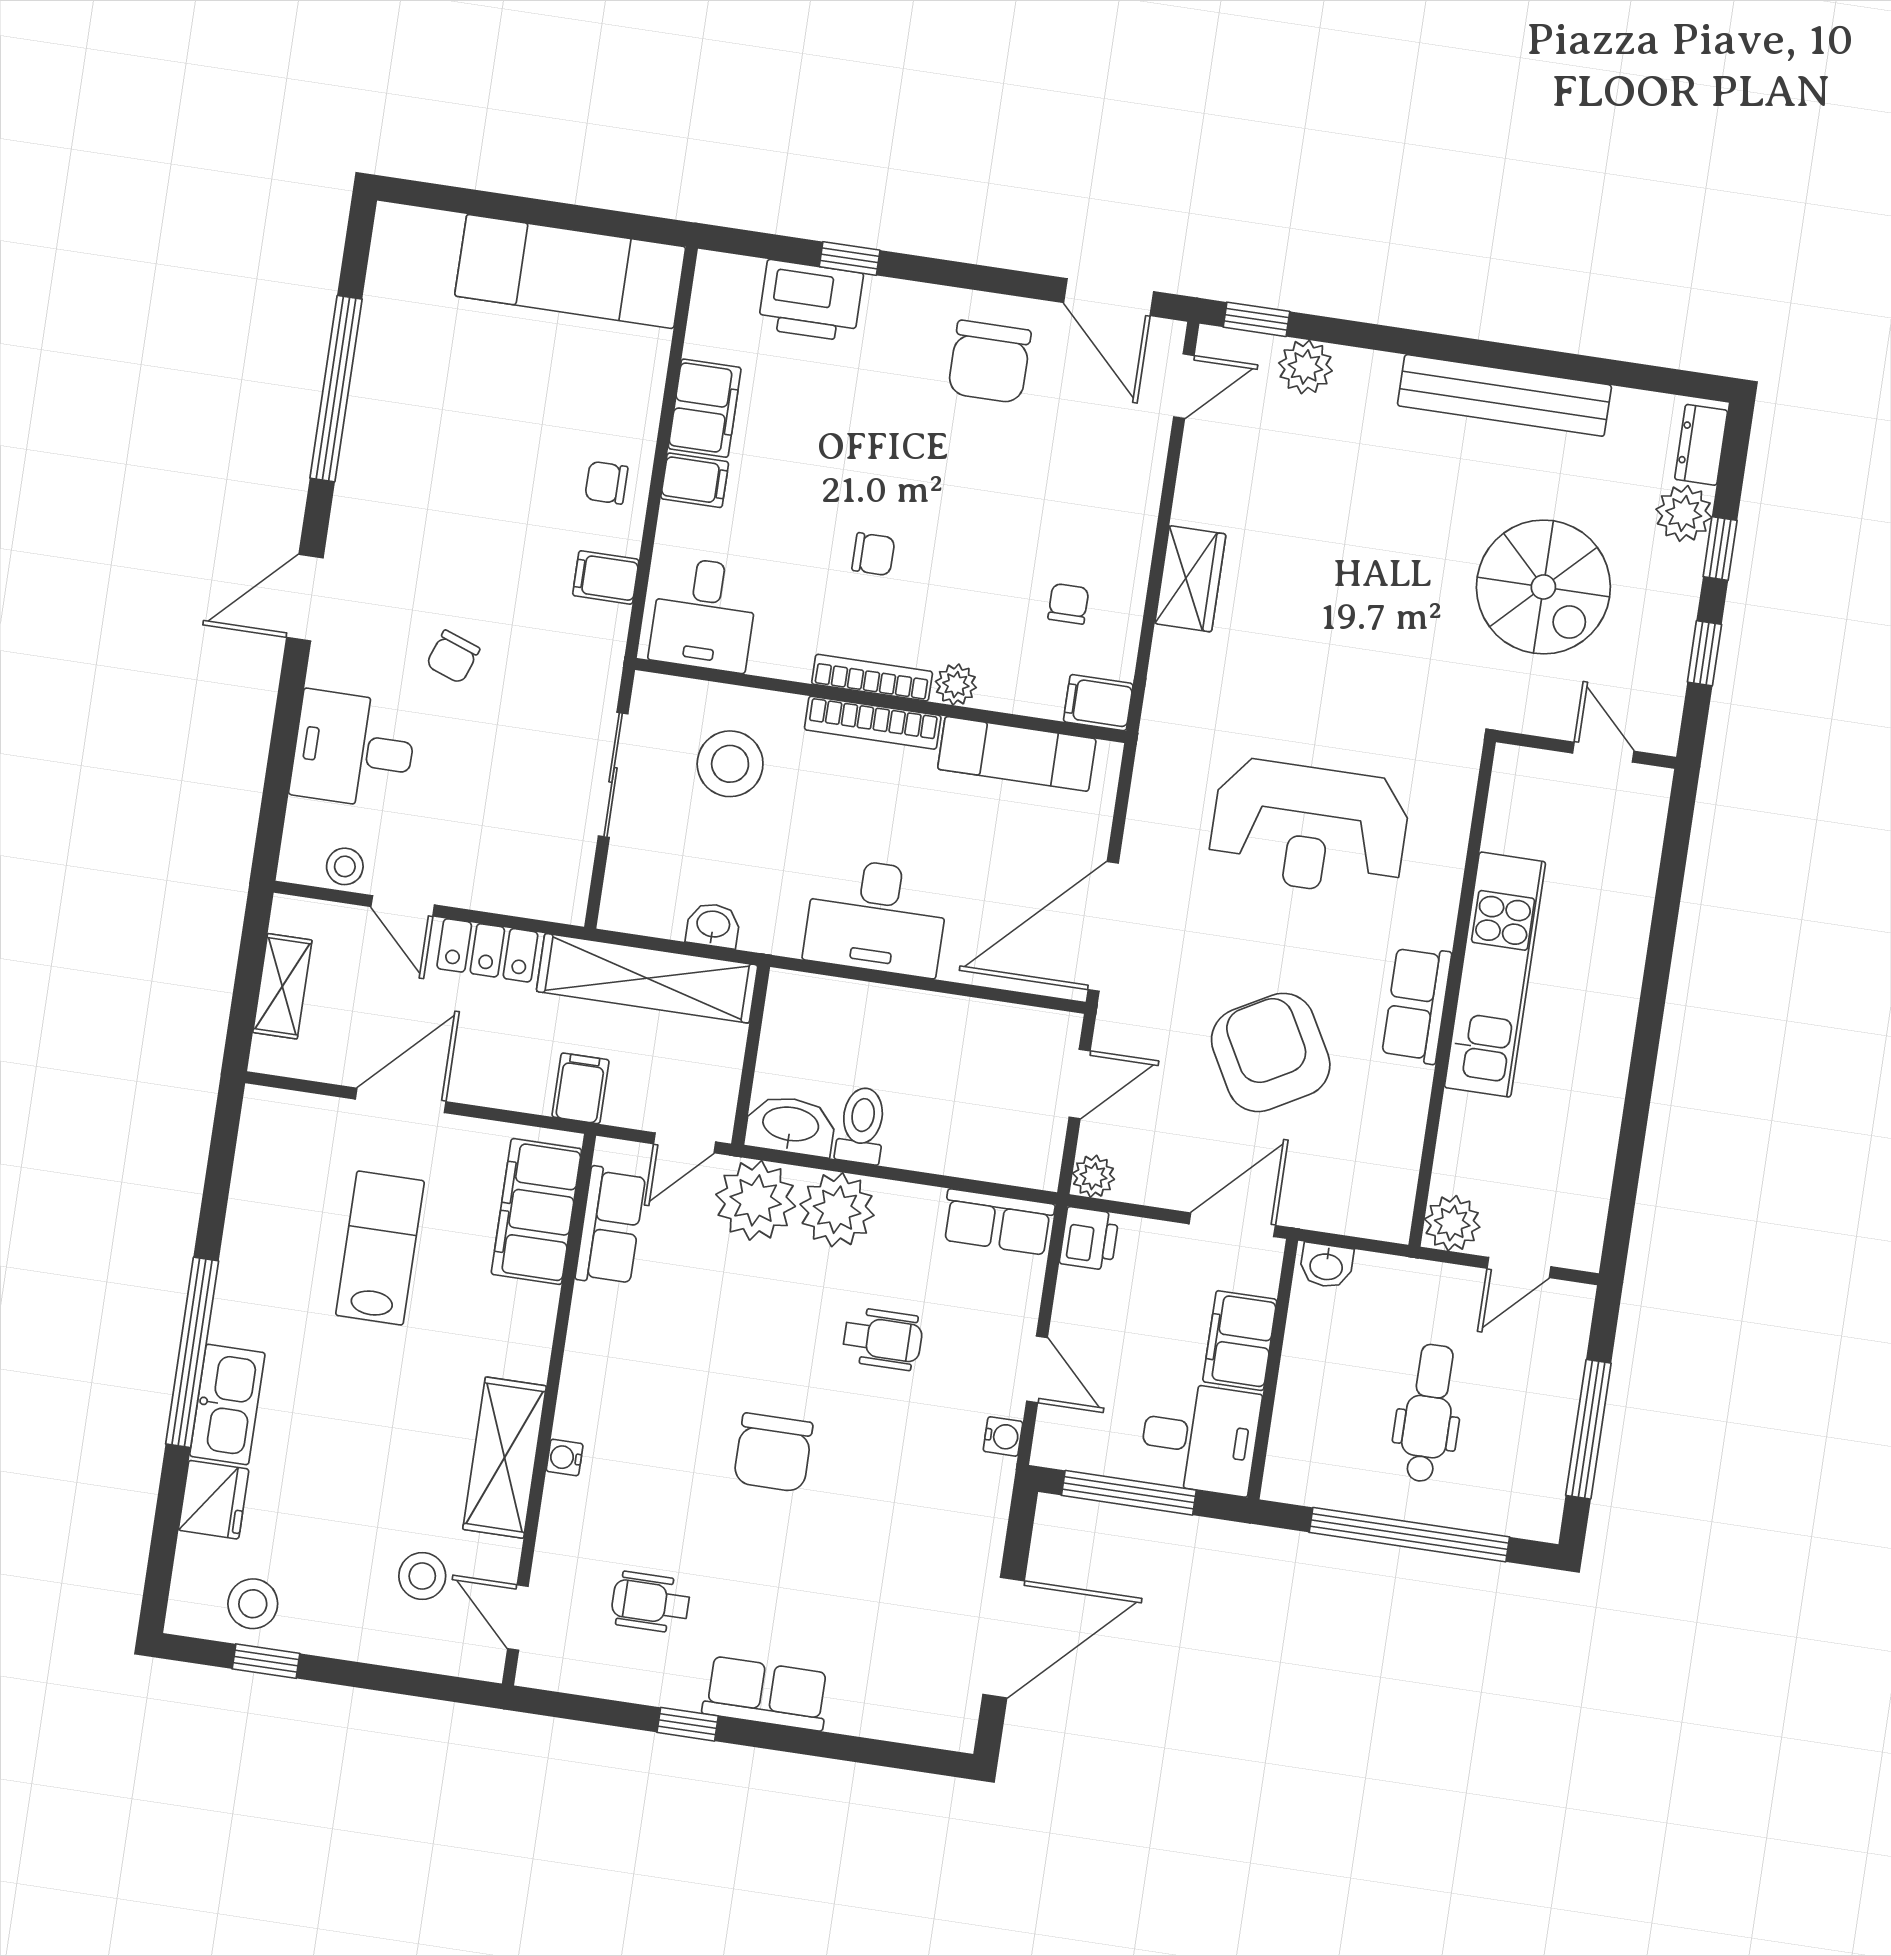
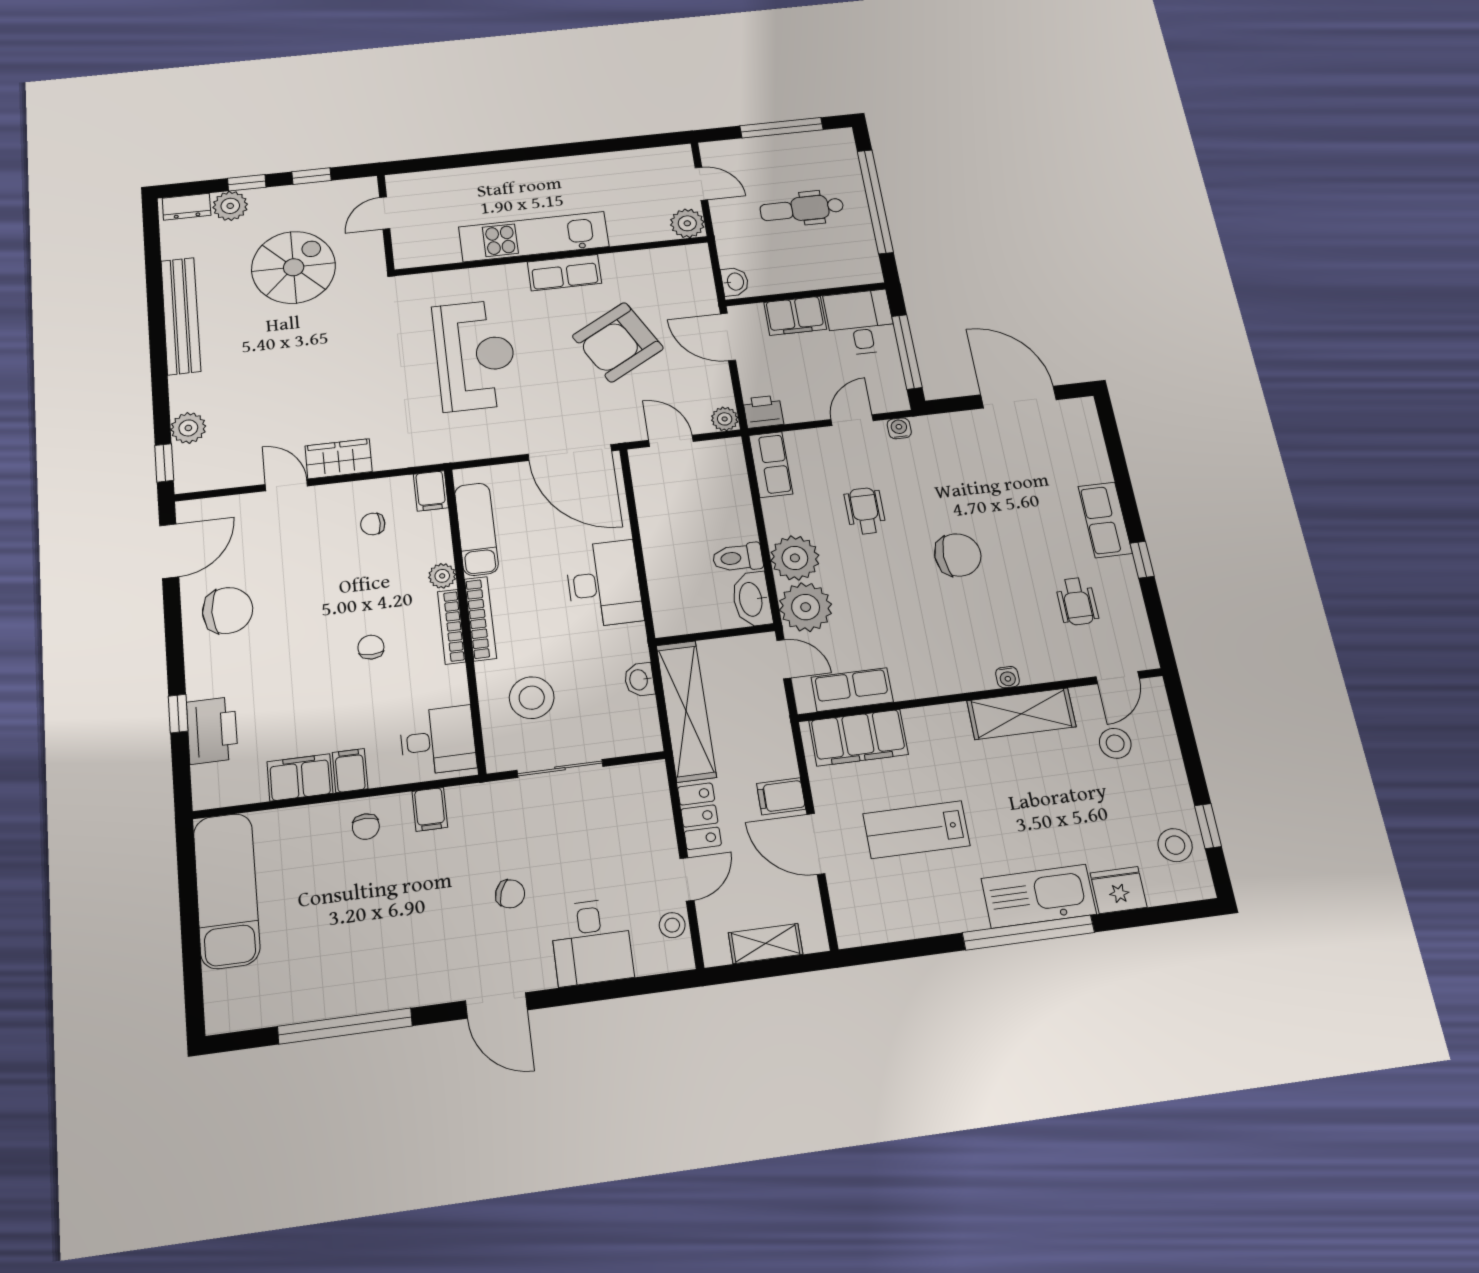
door: (1184, 386) -> (286, 485), moved
filing cabinet: (580, 1088) -> (781, 796), moved
kitchen sink: (227, 1404) -> (1039, 896), width x1.36, depth x1.24

